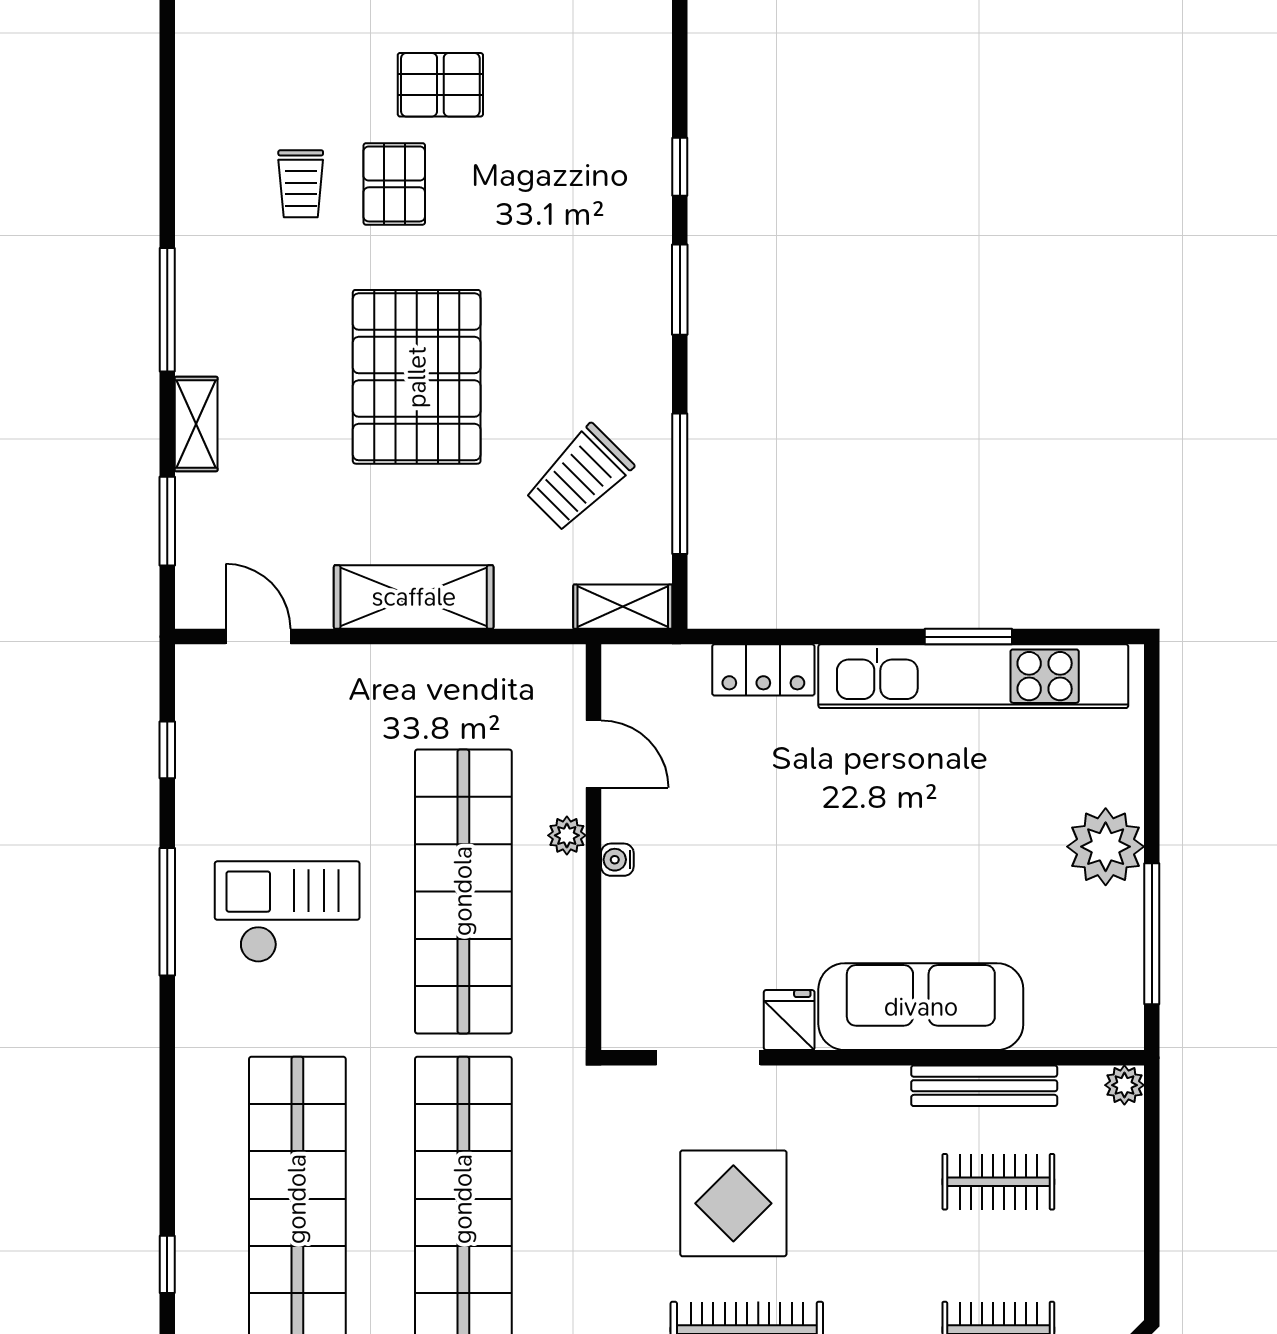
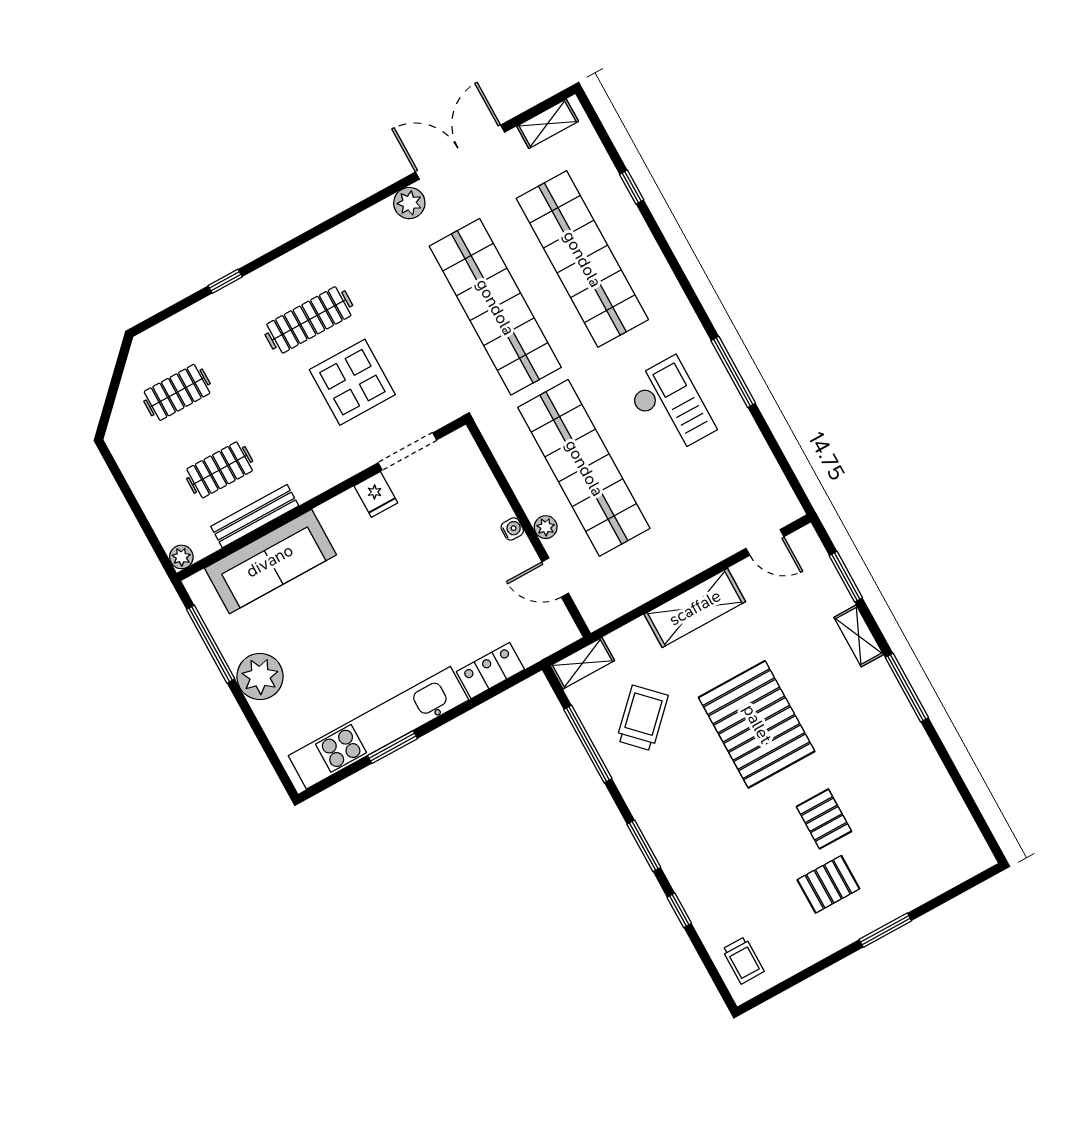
trolley: (301, 184) -> (743, 960), moved, turned 180
window: (167, 750) -> (780, 457), removed
checkout: (287, 912) -> (670, 406), turned -90
sofa: (921, 1007) -> (270, 561), moved

